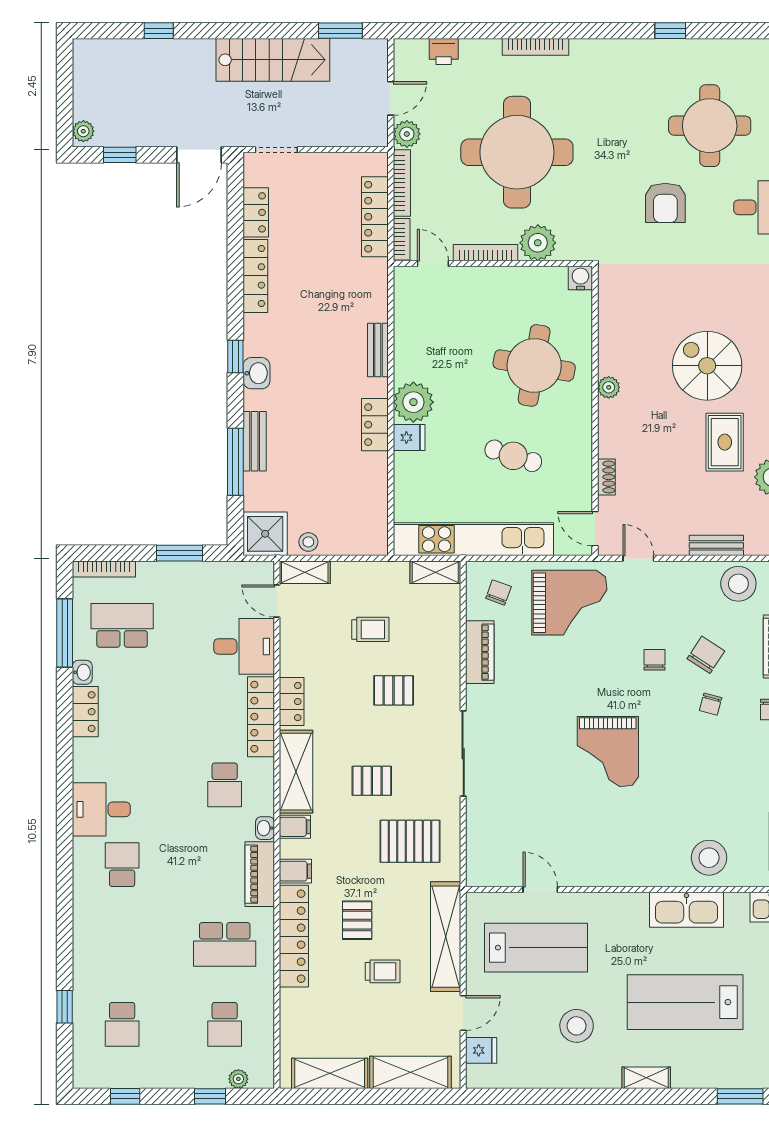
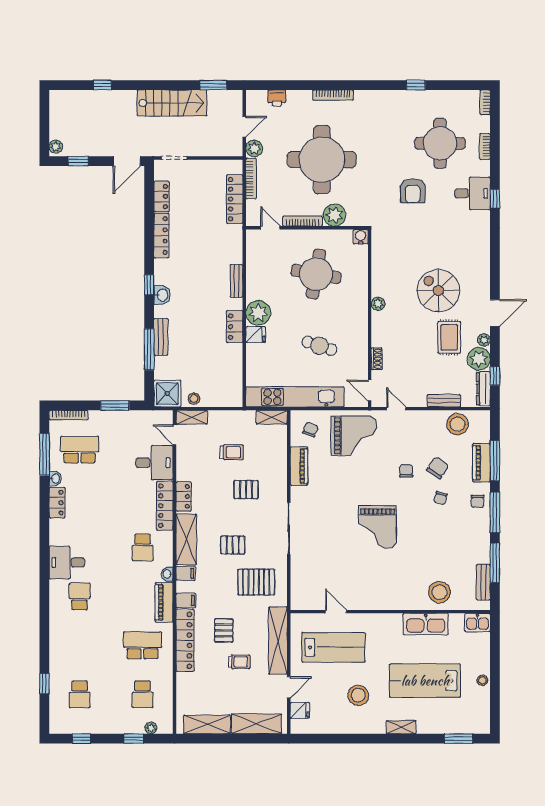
bookcase: (402, 239) -> (251, 213), removed
round table: (534, 365) -> (316, 274), moved
school desk: (225, 944) -> (143, 645), turned 180

